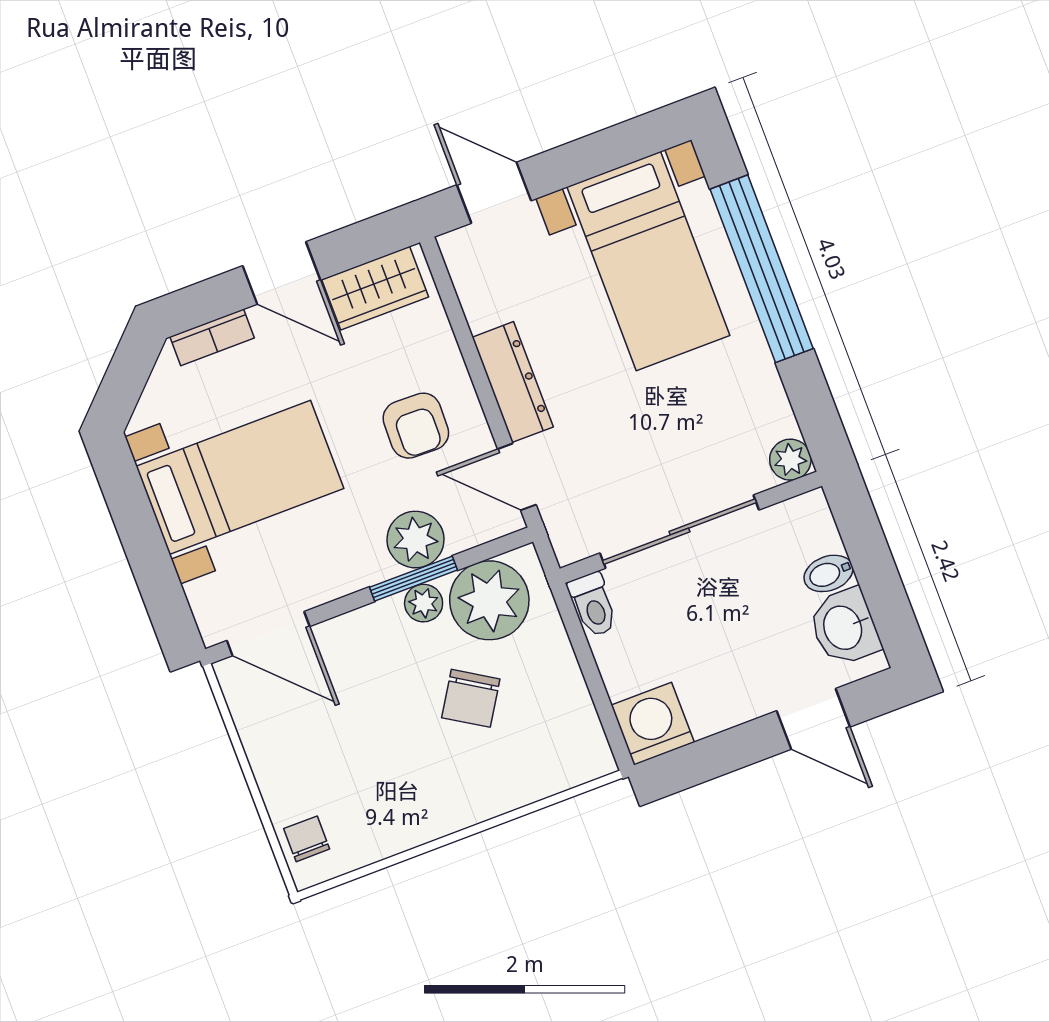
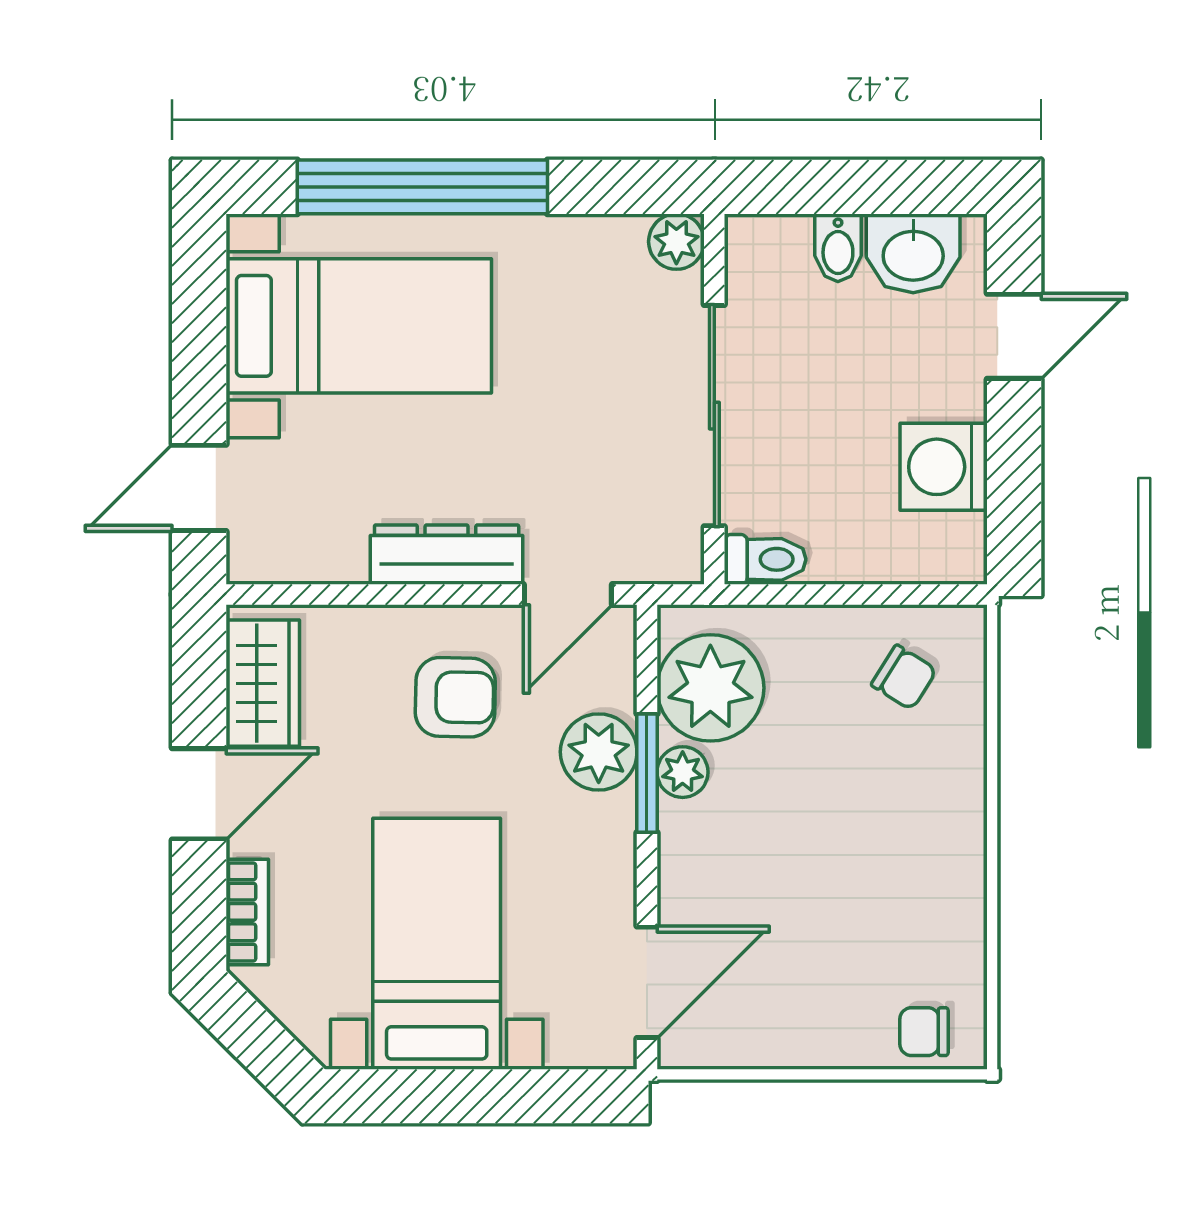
chair: (471, 698) -> (904, 677), moved, width x0.73, depth x0.73
washing machine: (653, 724) -> (944, 467), moved

